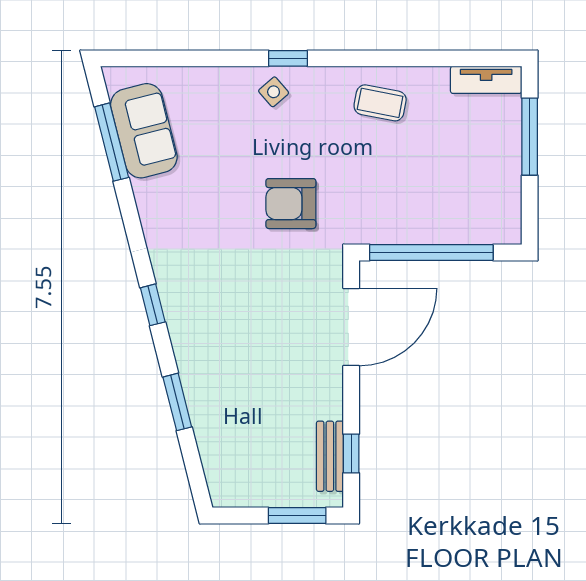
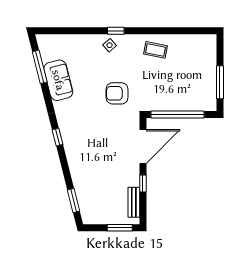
tv unit: (486, 80) -> (201, 40), removed
sofa: (144, 131) -> (58, 80), moved
window: (530, 137) -> (220, 82), moved
window: (177, 402) -> (74, 200), moved
window: (351, 453) -> (143, 184), moved

